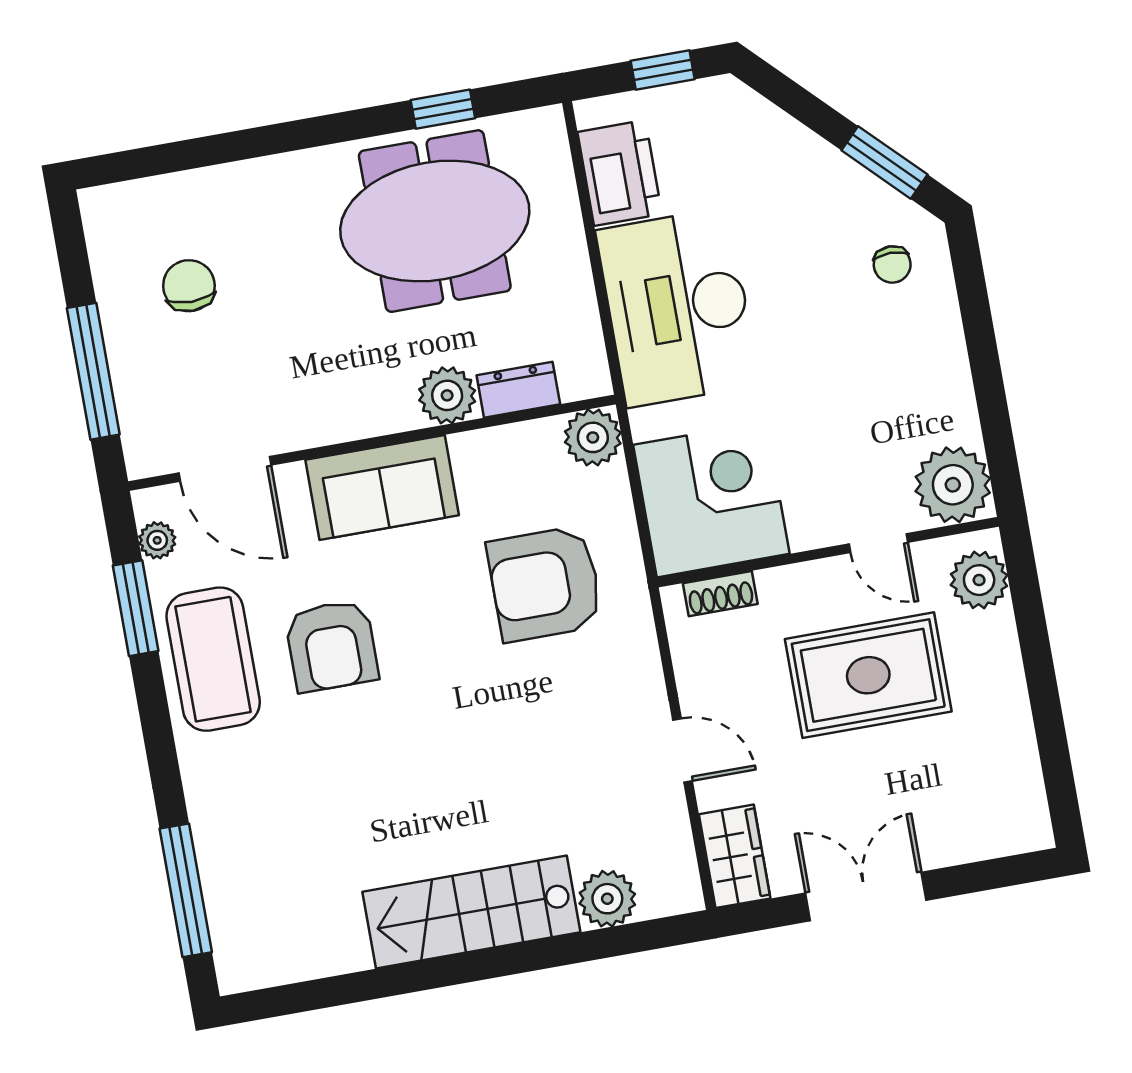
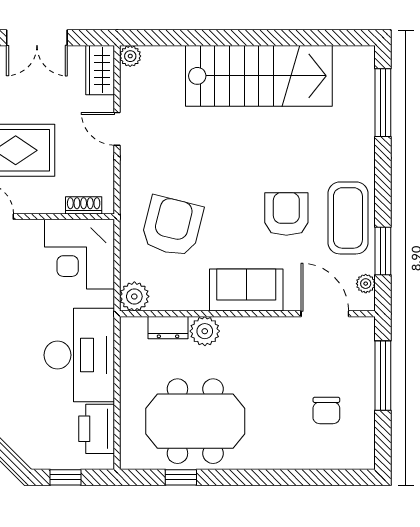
armchair: (545, 584) -> (172, 226), turned -76
plant: (607, 899) -> (130, 56), moved, width x0.73, depth x0.73
stairs: (471, 912) -> (259, 76), width x1.36, depth x1.51

